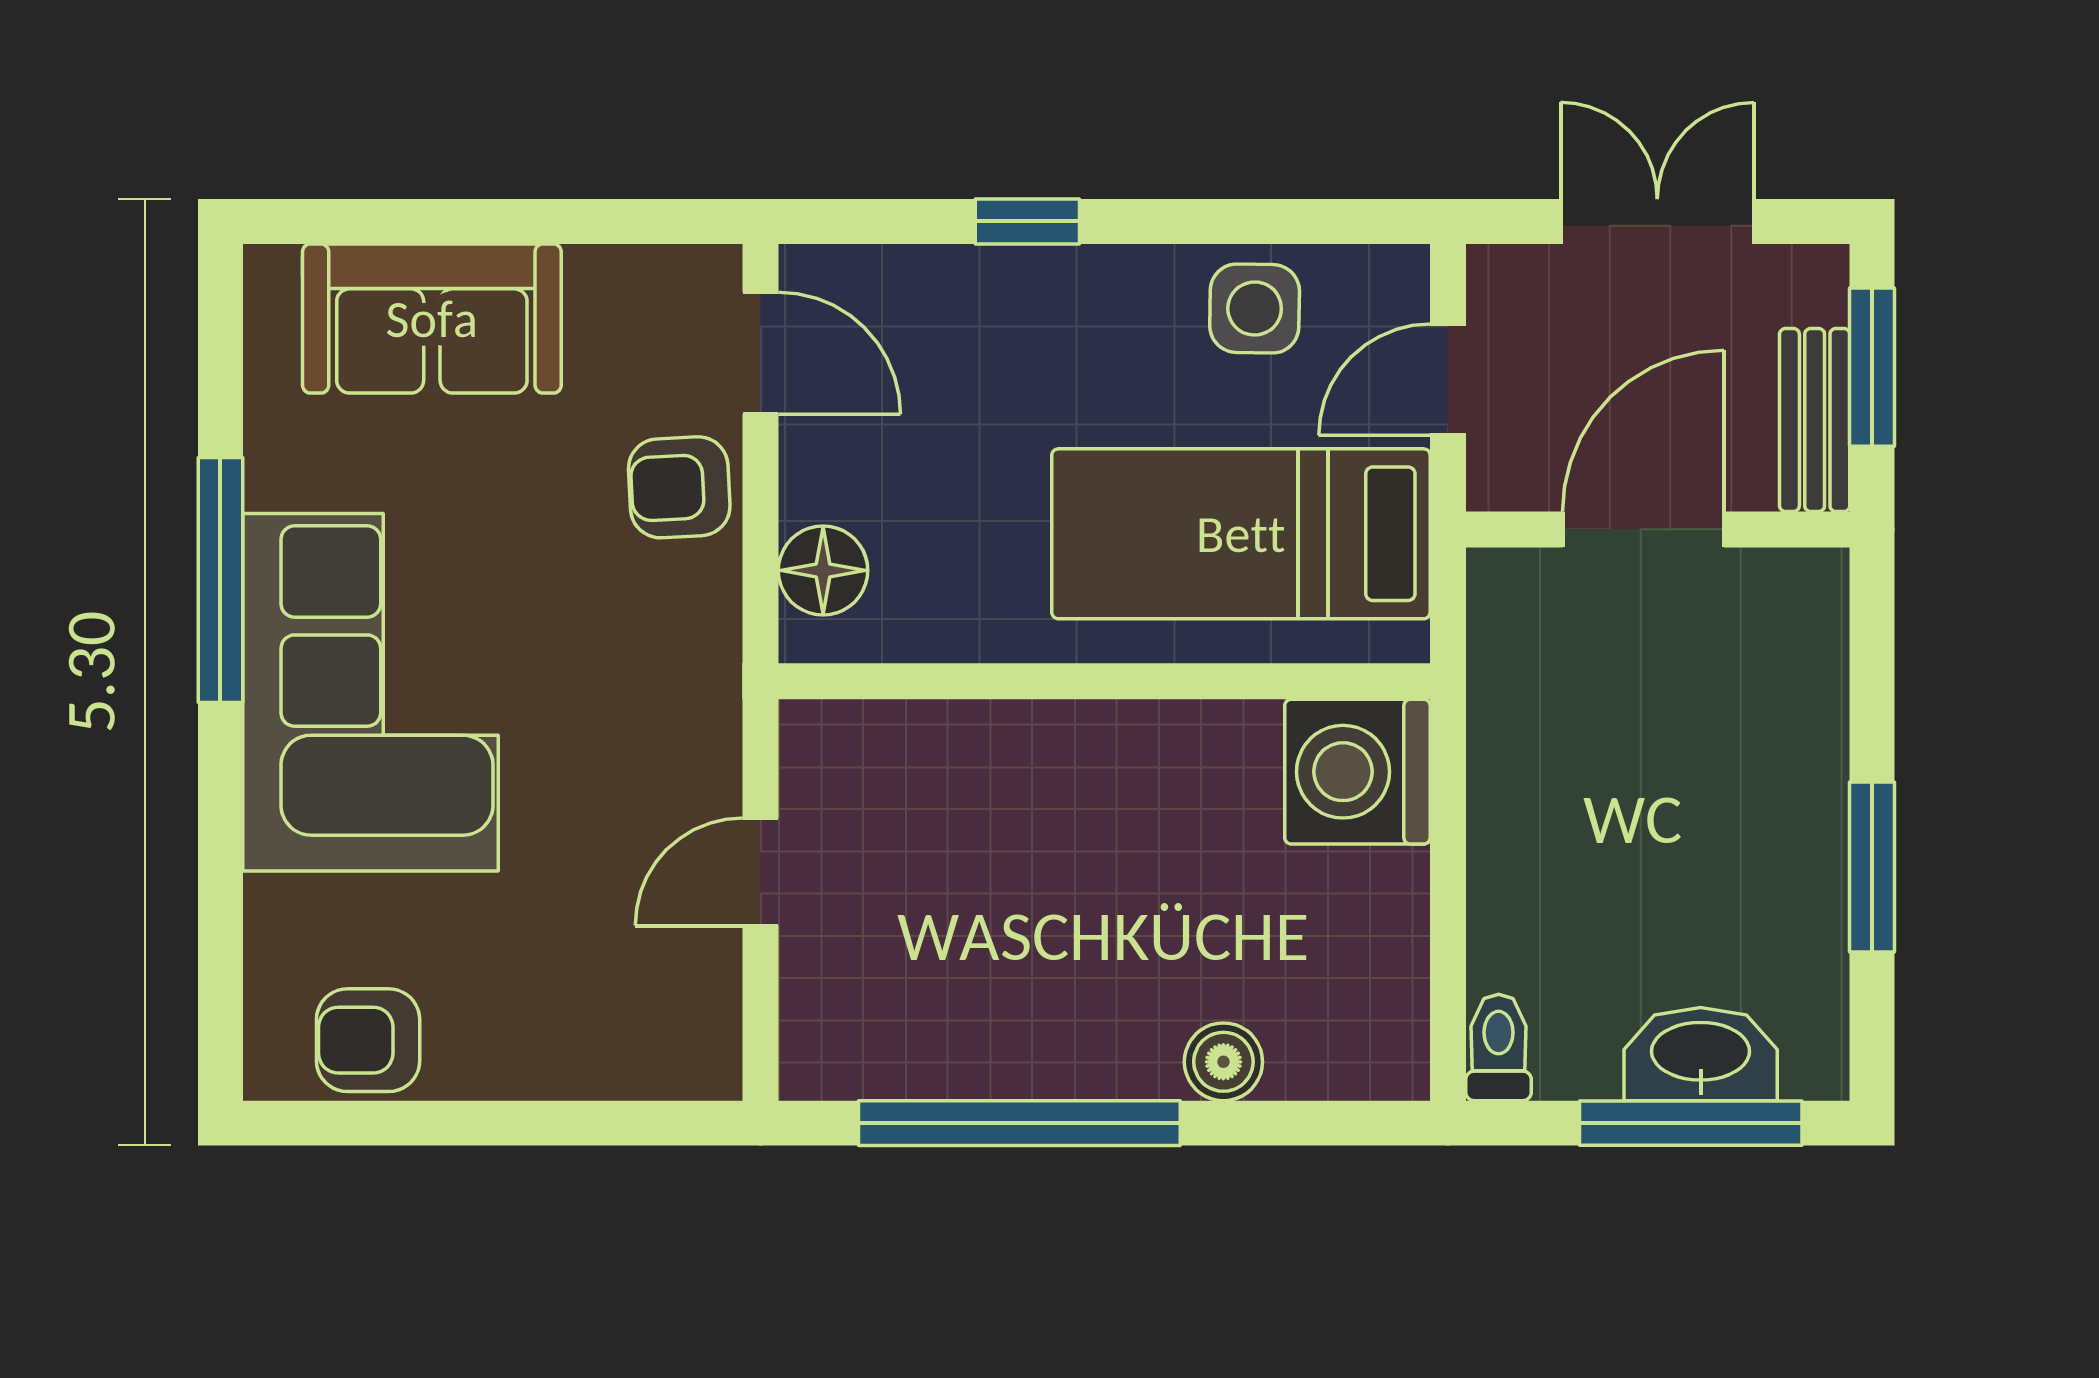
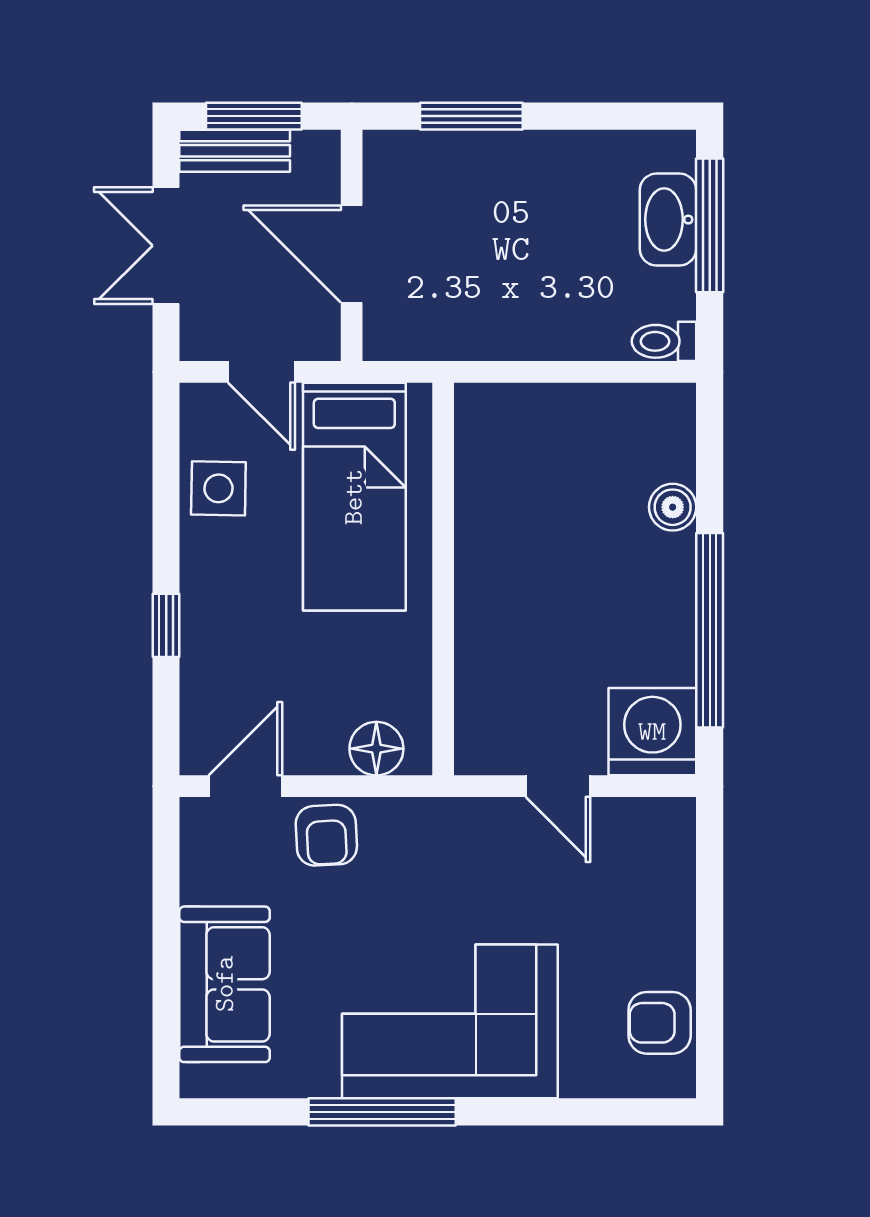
bench: (1815, 420) -> (235, 151), moved
washing machine: (1357, 772) -> (652, 732), moved, turned 180
window: (1872, 867) -> (471, 116), moved
armchair: (368, 1040) -> (660, 1023), turned 90

